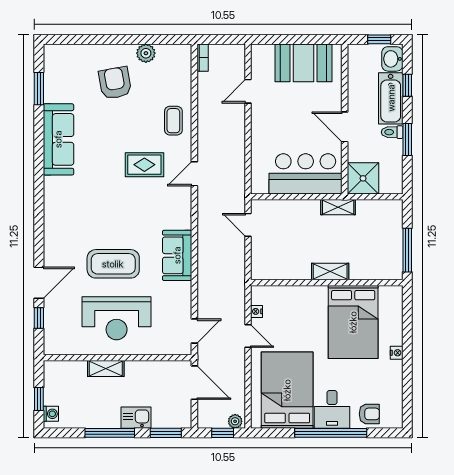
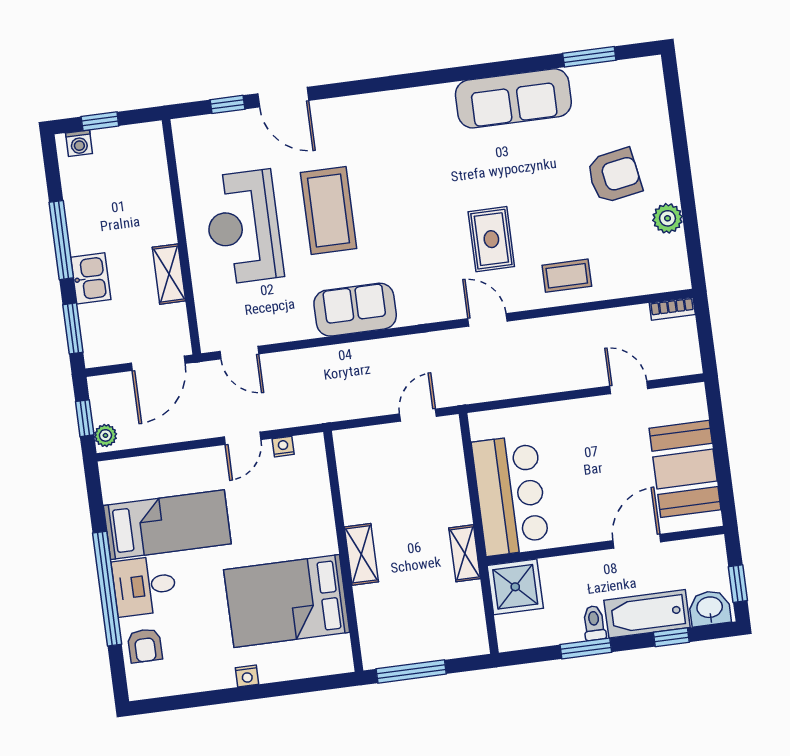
door: (345, 127) -> (637, 541), moved
shelving: (106, 369) -> (169, 274), moved
bed: (287, 390) -> (167, 525), width x0.67

